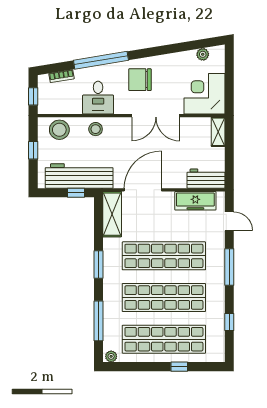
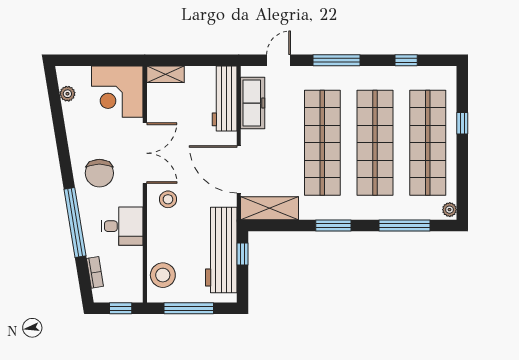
stool: (96, 129) -> (168, 199), moved
window: (33, 150) -> (189, 308), width x2.17
workbench: (206, 179) -> (225, 98), width x1.38

